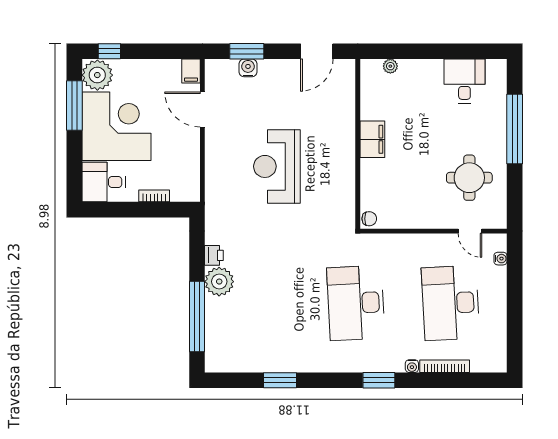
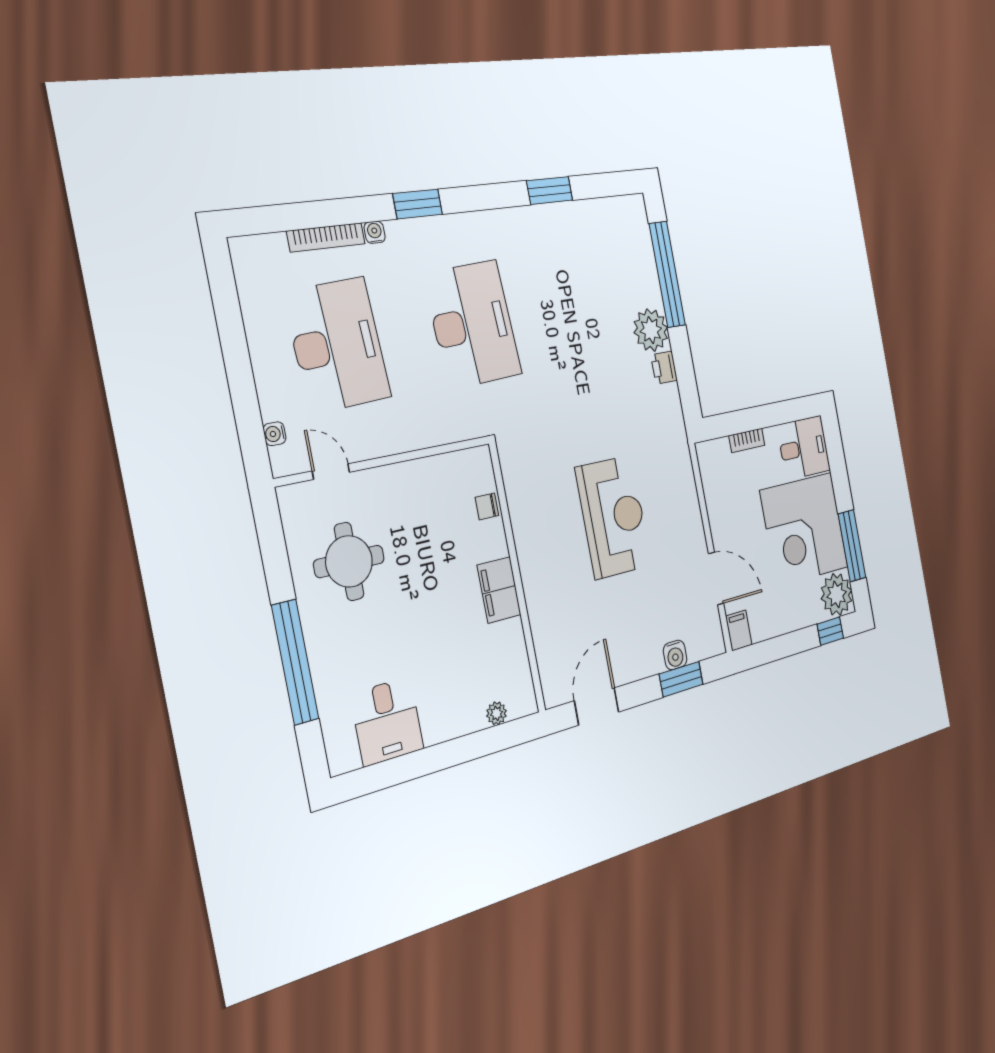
chair: (369, 219) -> (487, 506), moved

